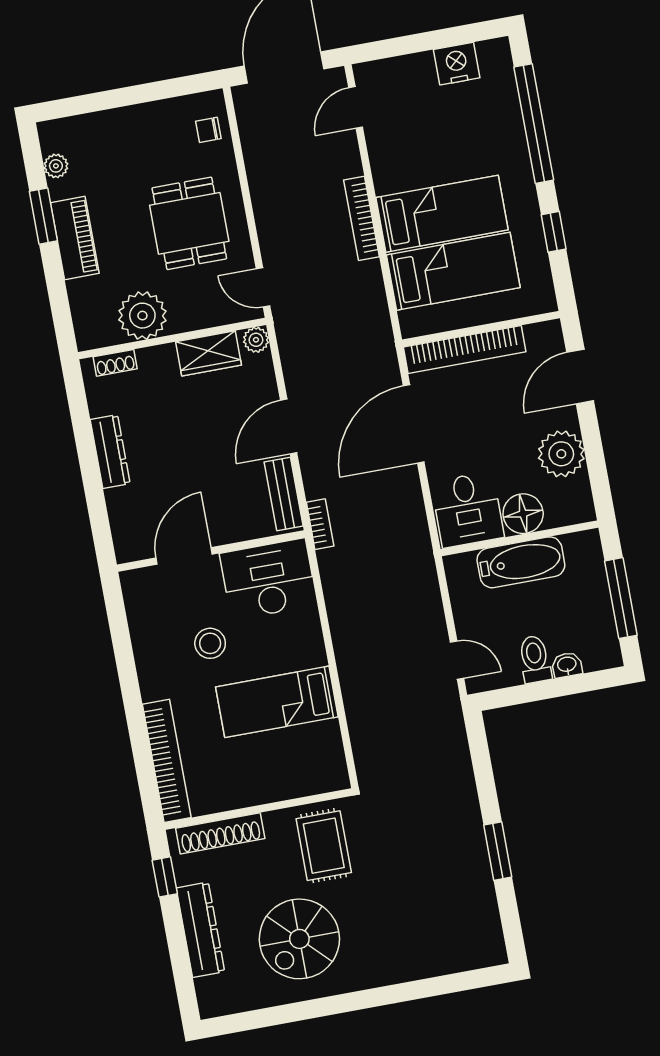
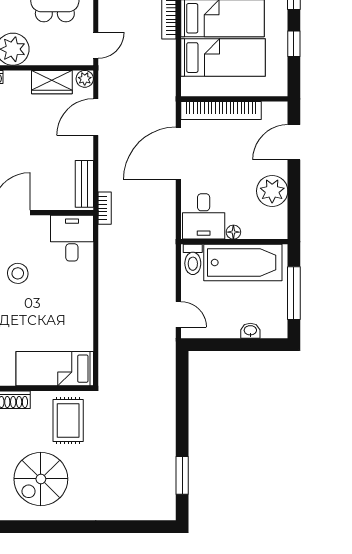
door: (263, 287) -> (96, 45), swing flipped
door: (289, 426) -> (96, 117), moved
floor lamp: (523, 514) -> (233, 232), width x0.53, depth x0.53
bathtub: (521, 562) -> (243, 262), width x1.36, depth x1.36
desk: (268, 579) -> (72, 238), width x0.73
toilet: (535, 659) -> (193, 259), moved, turned 180
bed: (277, 702) -> (55, 369), moved
window: (498, 851) -> (182, 475), moved

